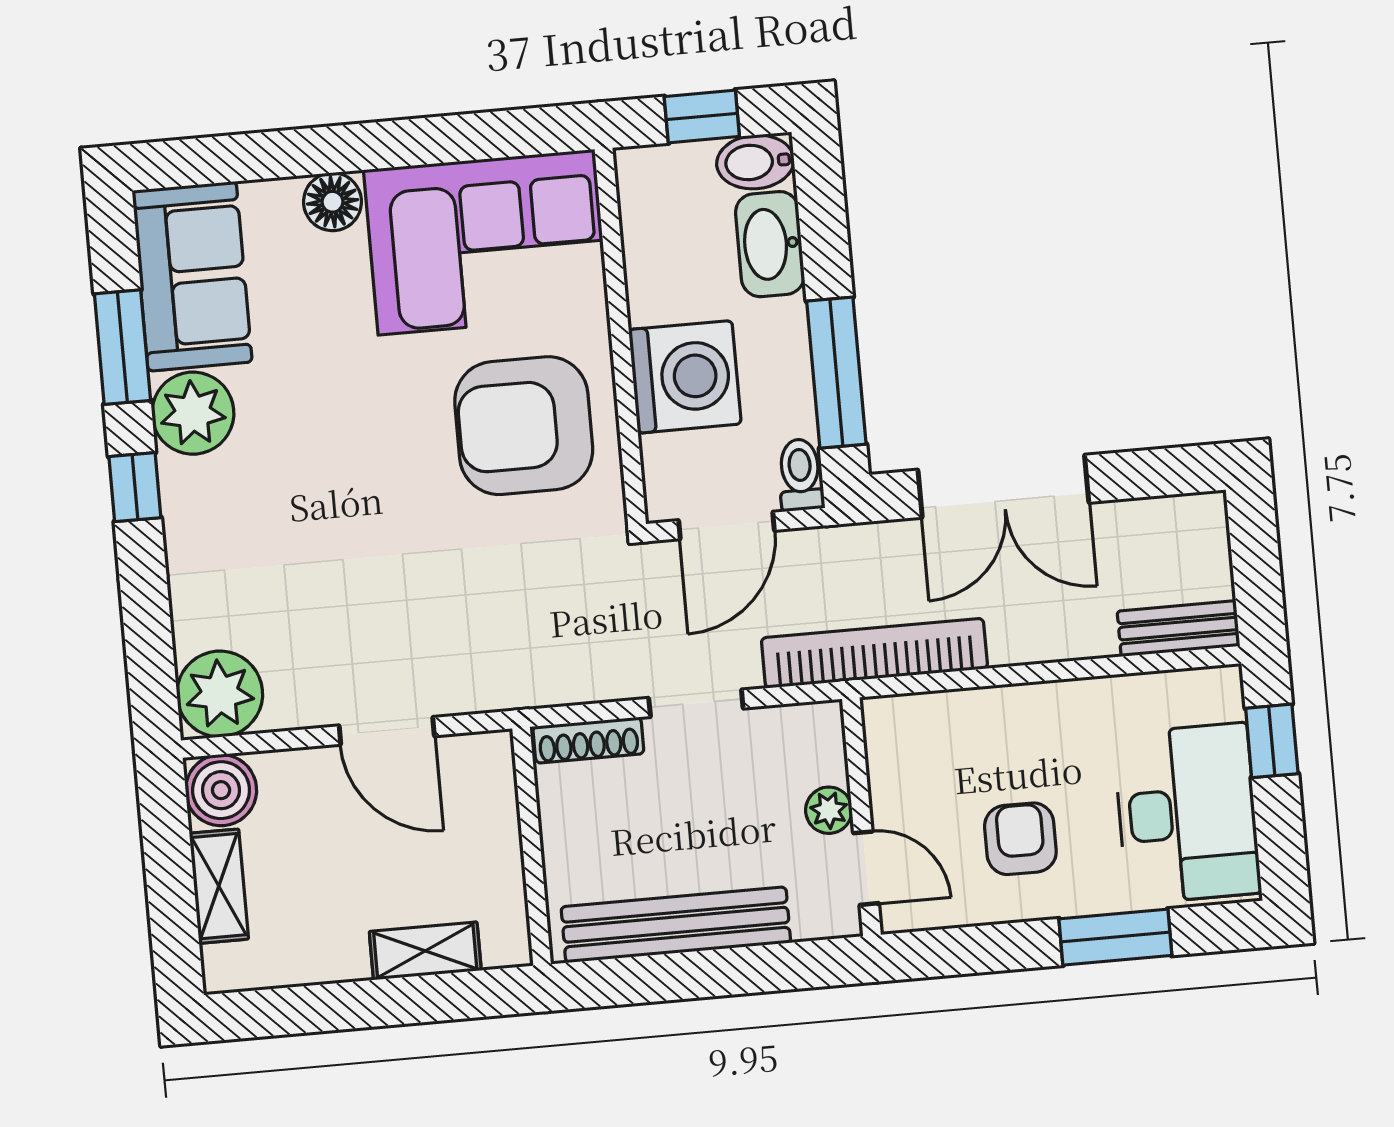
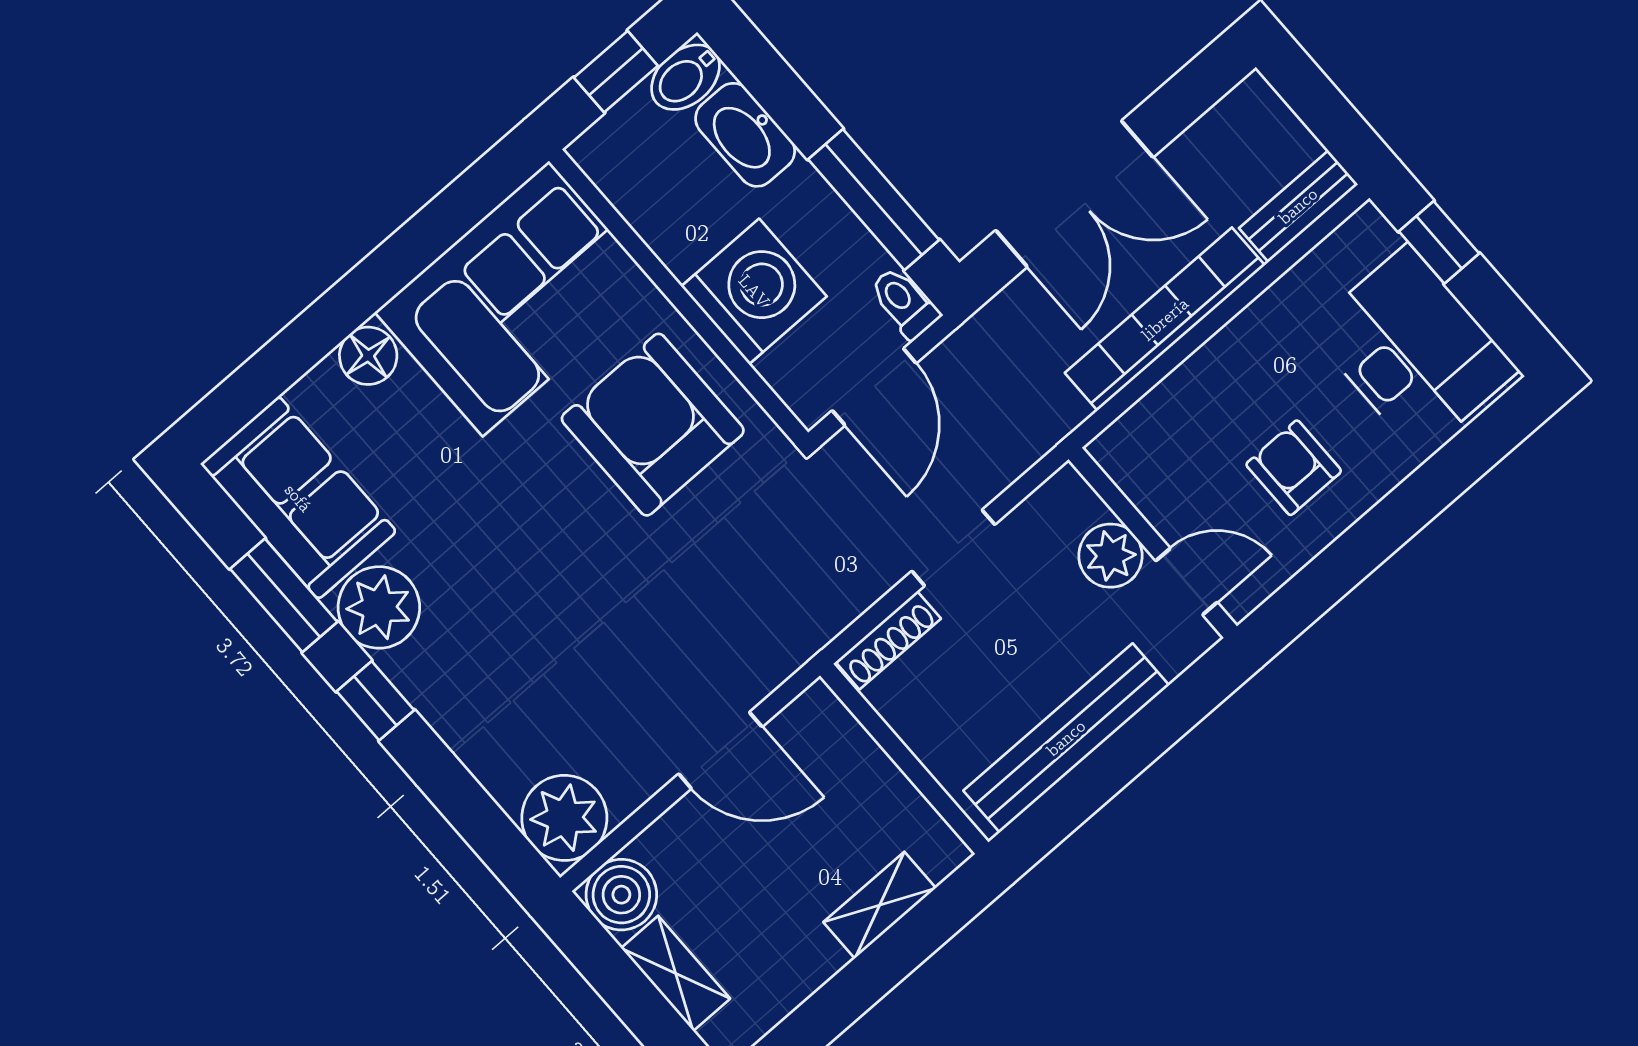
armchair: (524, 426) -> (653, 425), turned 90
bookcase: (874, 653) -> (1165, 319), moved
plant: (829, 810) -> (1110, 556), width x1.38, depth x1.38
window: (1115, 937) -> (1427, 492), removed

